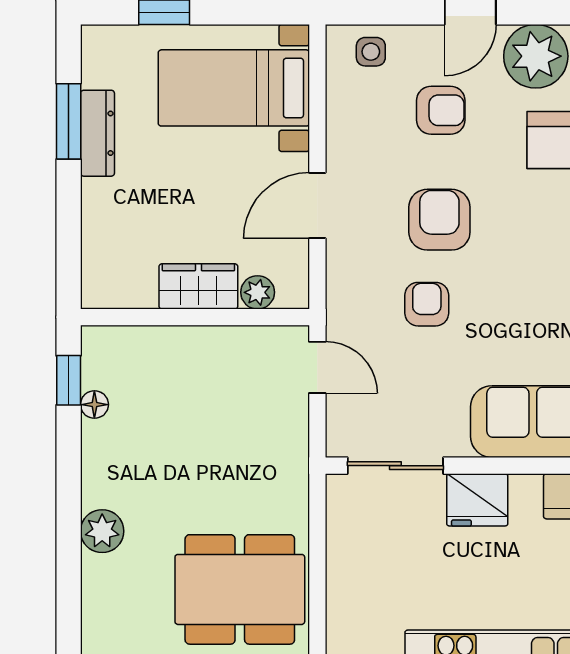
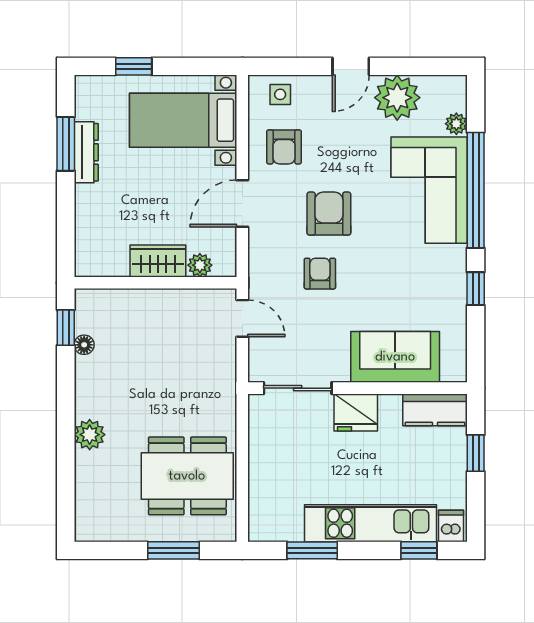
armchair: (441, 110) -> (284, 147), moved, turned 90

